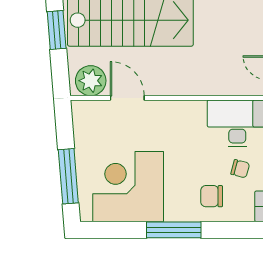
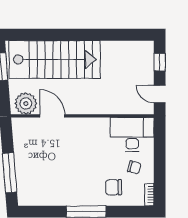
corner desk: (128, 187) -> (53, 180), removed

